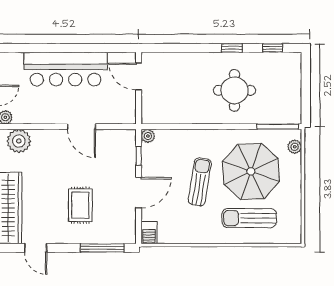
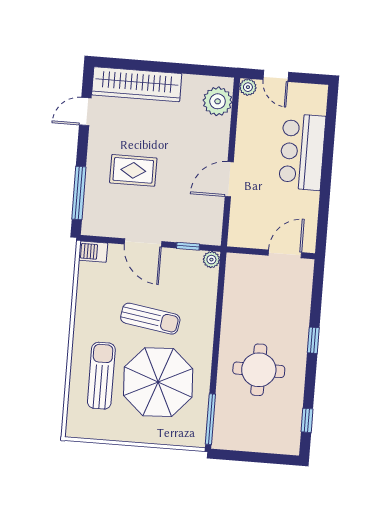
window: (232, 48) -> (313, 340), moved
bar counter: (66, 69) -> (302, 152), width x0.73
plant: (295, 147) -> (184, 438), removed

